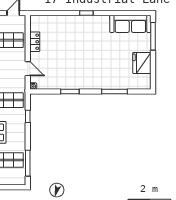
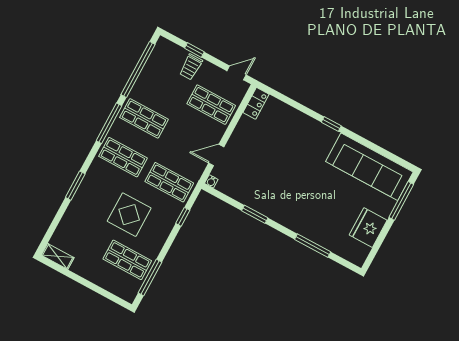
sofa: (130, 24) -> (369, 167), width x1.36, depth x1.27
locker: (35, 42) -> (256, 103), moved
door: (28, 69) -> (216, 155), swing flipped

